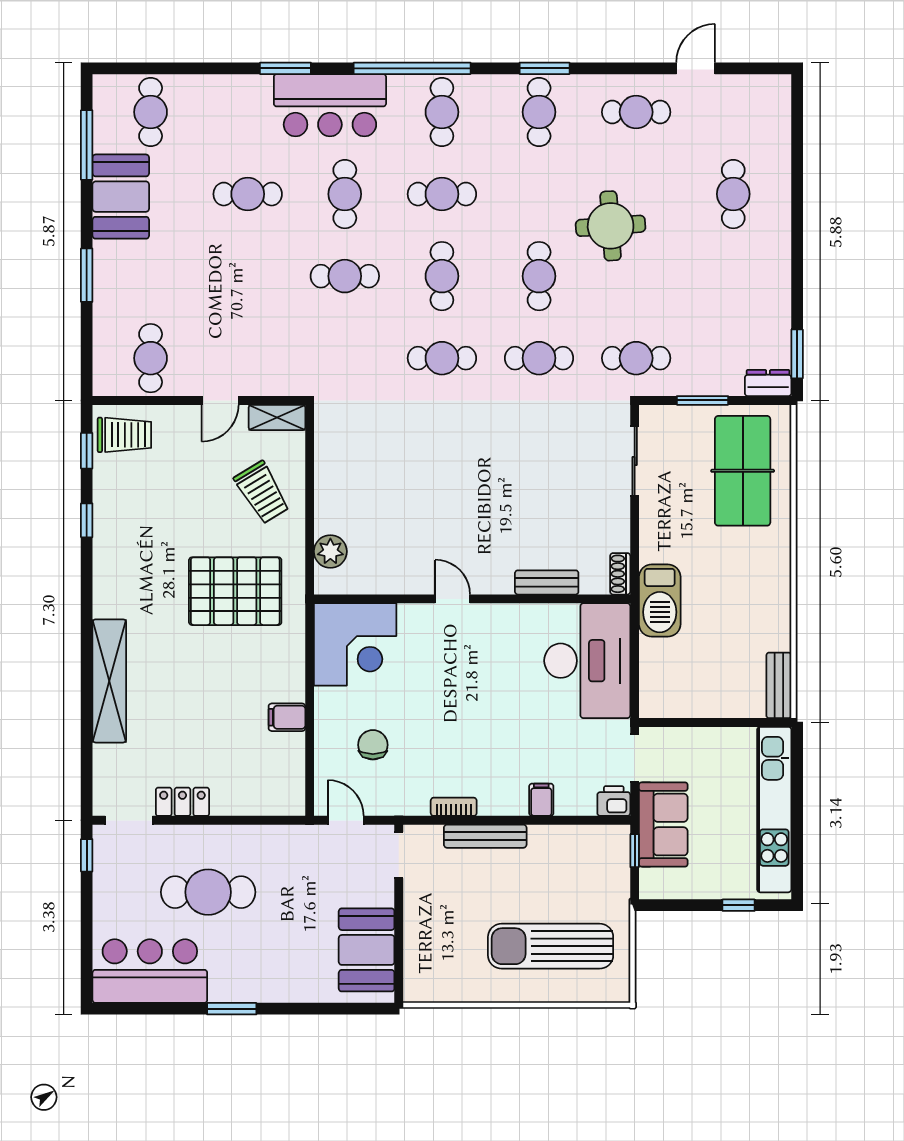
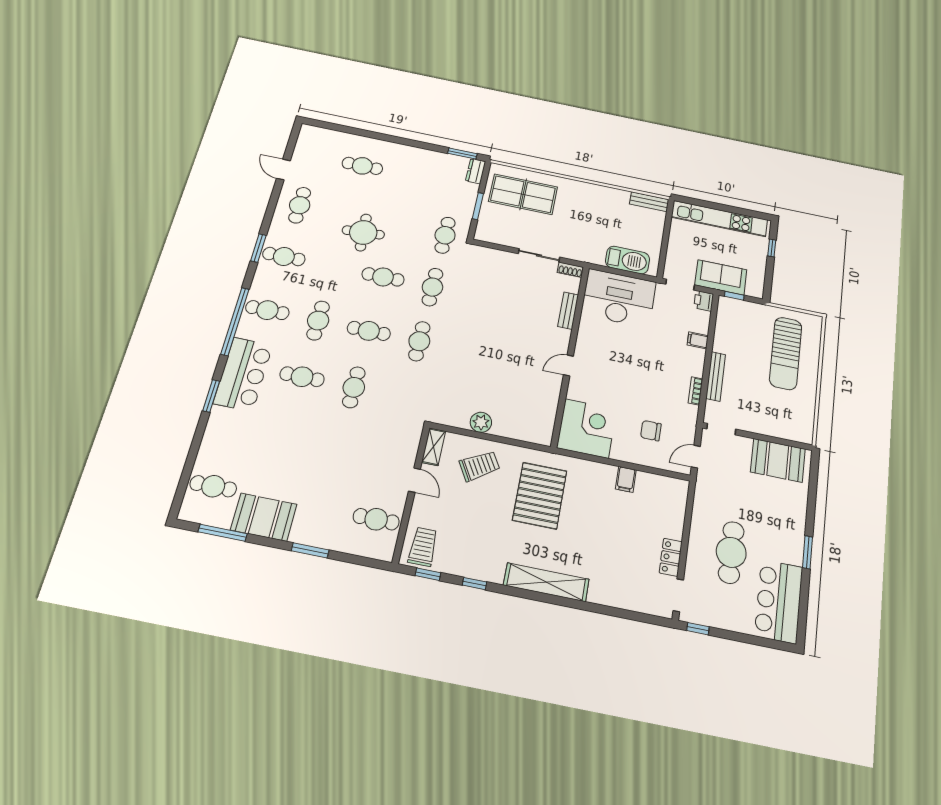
cafe table: (248, 194) -> (285, 436), removed
sliding door: (635, 461) -> (539, 255), moved
plant: (330, 551) -> (481, 422), moved
barbecue: (660, 601) -> (628, 260), moved
shelving: (109, 681) -> (546, 582), moved

